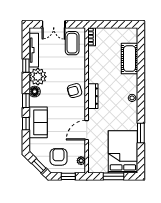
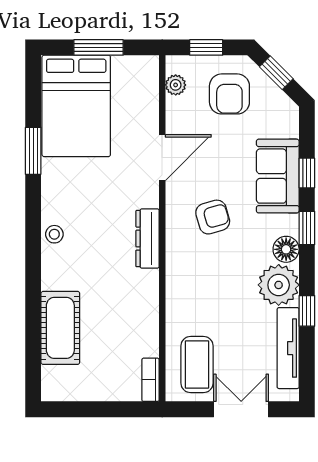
armchair: (75, 91) -> (213, 217), moved

